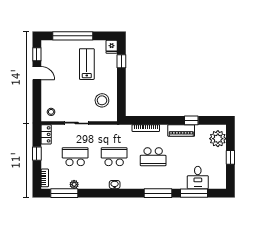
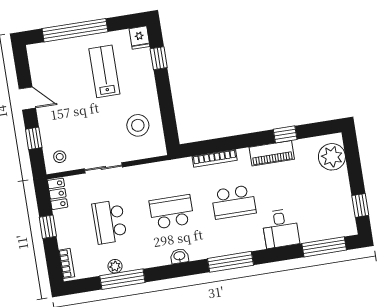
window: (37, 54) -> (34, 138), moved
school desk: (75, 157) -> (109, 222), turned -90
window: (230, 157) -> (360, 205), moved
desk: (198, 177) -> (281, 228), moved
window: (64, 193) -> (122, 279), moved
window: (158, 193) -> (231, 262), moved
window: (194, 193) -> (324, 247), moved

